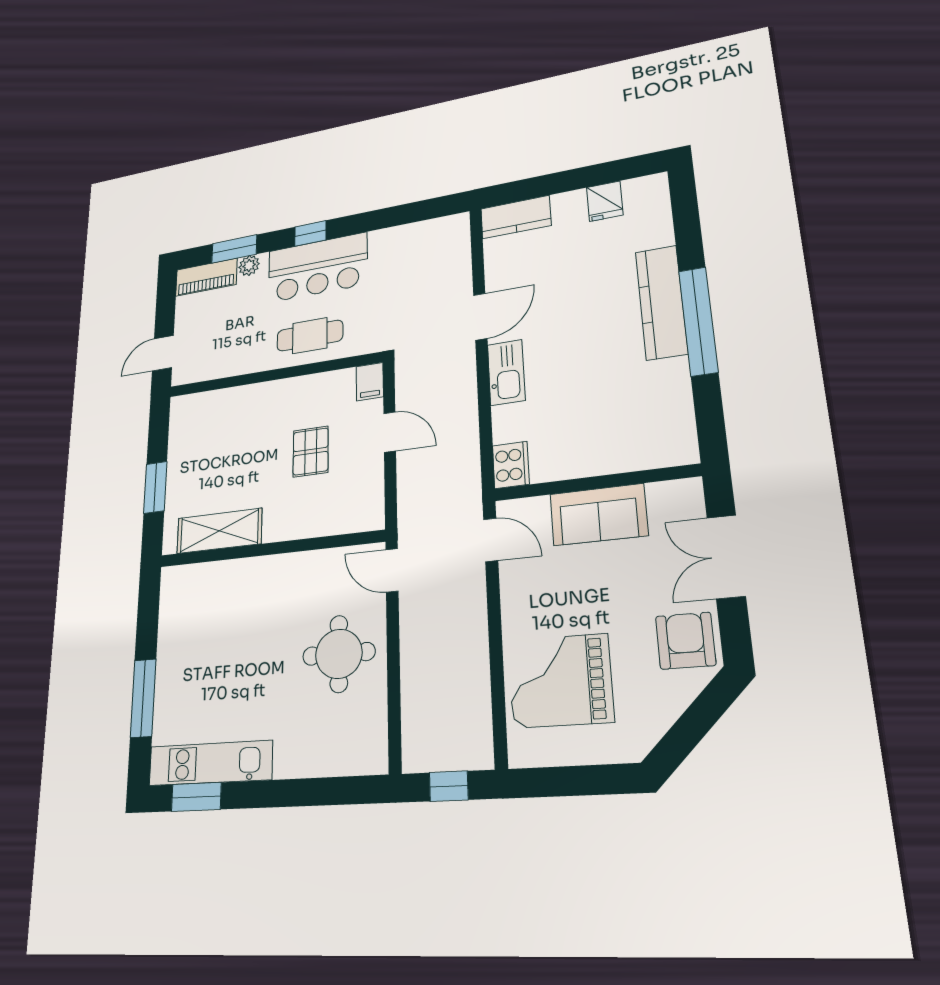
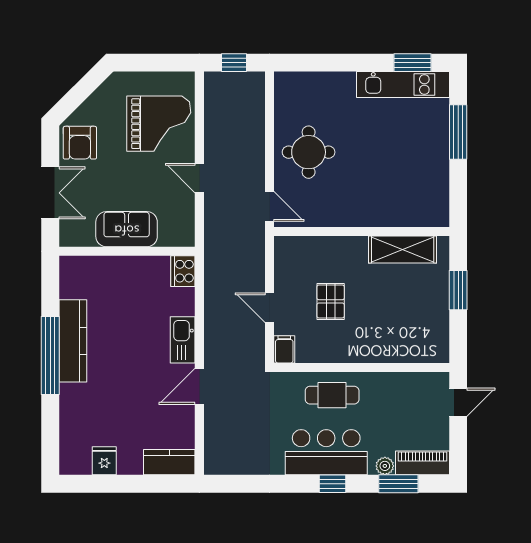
kitchen counter: (661, 302) -> (73, 341), moved
door: (491, 540) -> (199, 178), moved

